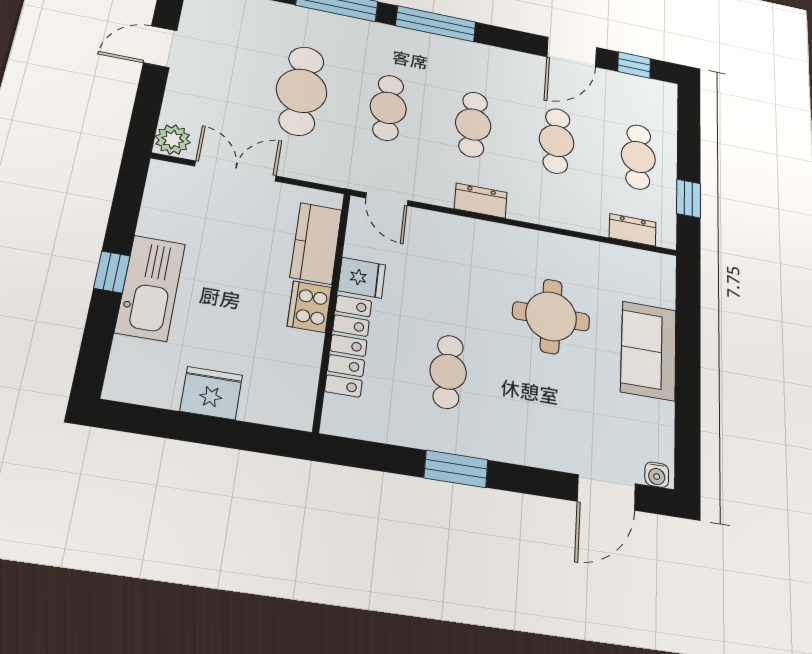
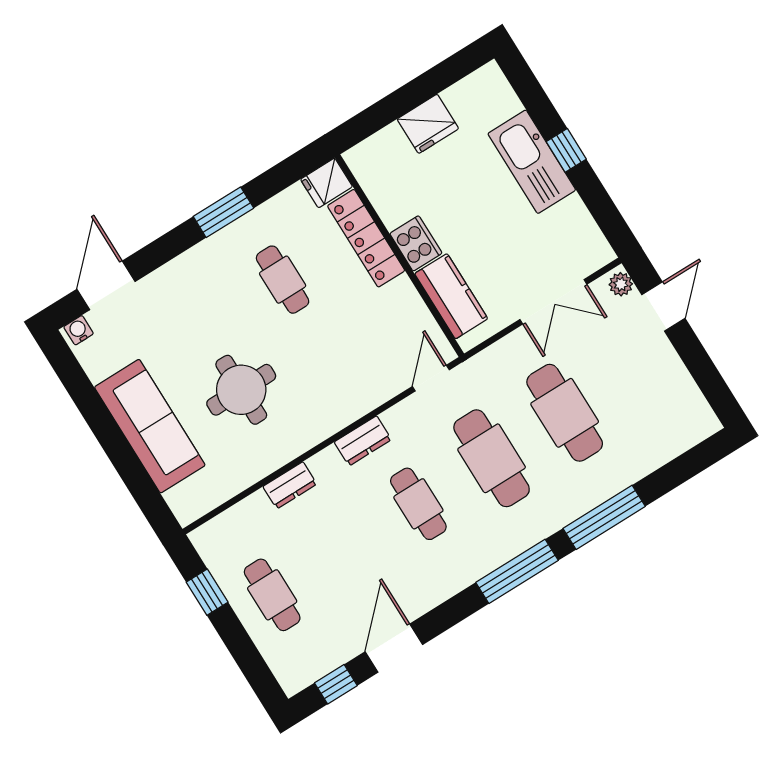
door: (160, 47) -> (663, 307), moved
cafe table: (388, 108) -> (492, 458), width x1.37, depth x1.35
plant: (173, 140) -> (621, 284), width x0.73, depth x0.73
cafe table: (557, 141) -> (345, 549), removed
door: (387, 199) -> (431, 378), hinge flipped
dresser: (633, 230) -> (290, 485), moved
fridge: (362, 278) -> (327, 183), moved
sofa: (649, 351) -> (150, 426), width x1.36

